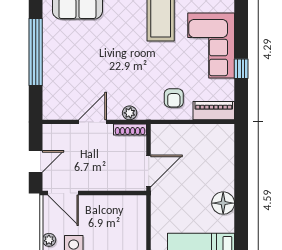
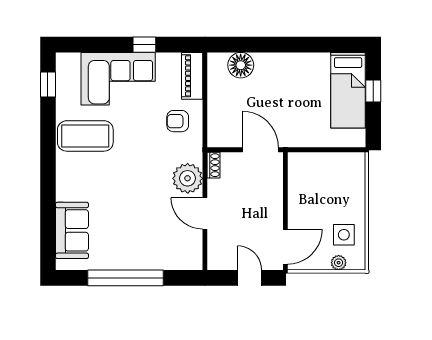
armchair: (174, 98) -> (178, 121), turned 180
plant: (130, 113) -> (188, 178), width x1.87, depth x1.87
shoe rack: (130, 130) -> (213, 165), width x0.70
floor lamp: (223, 203) -> (241, 65), moved

